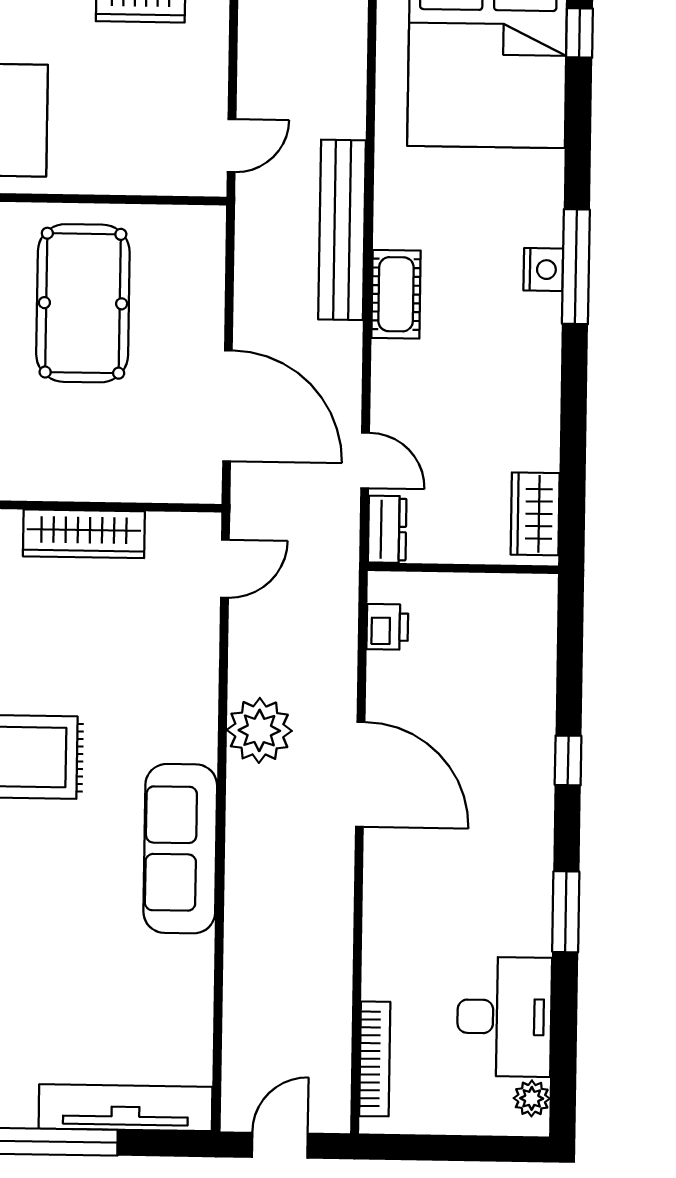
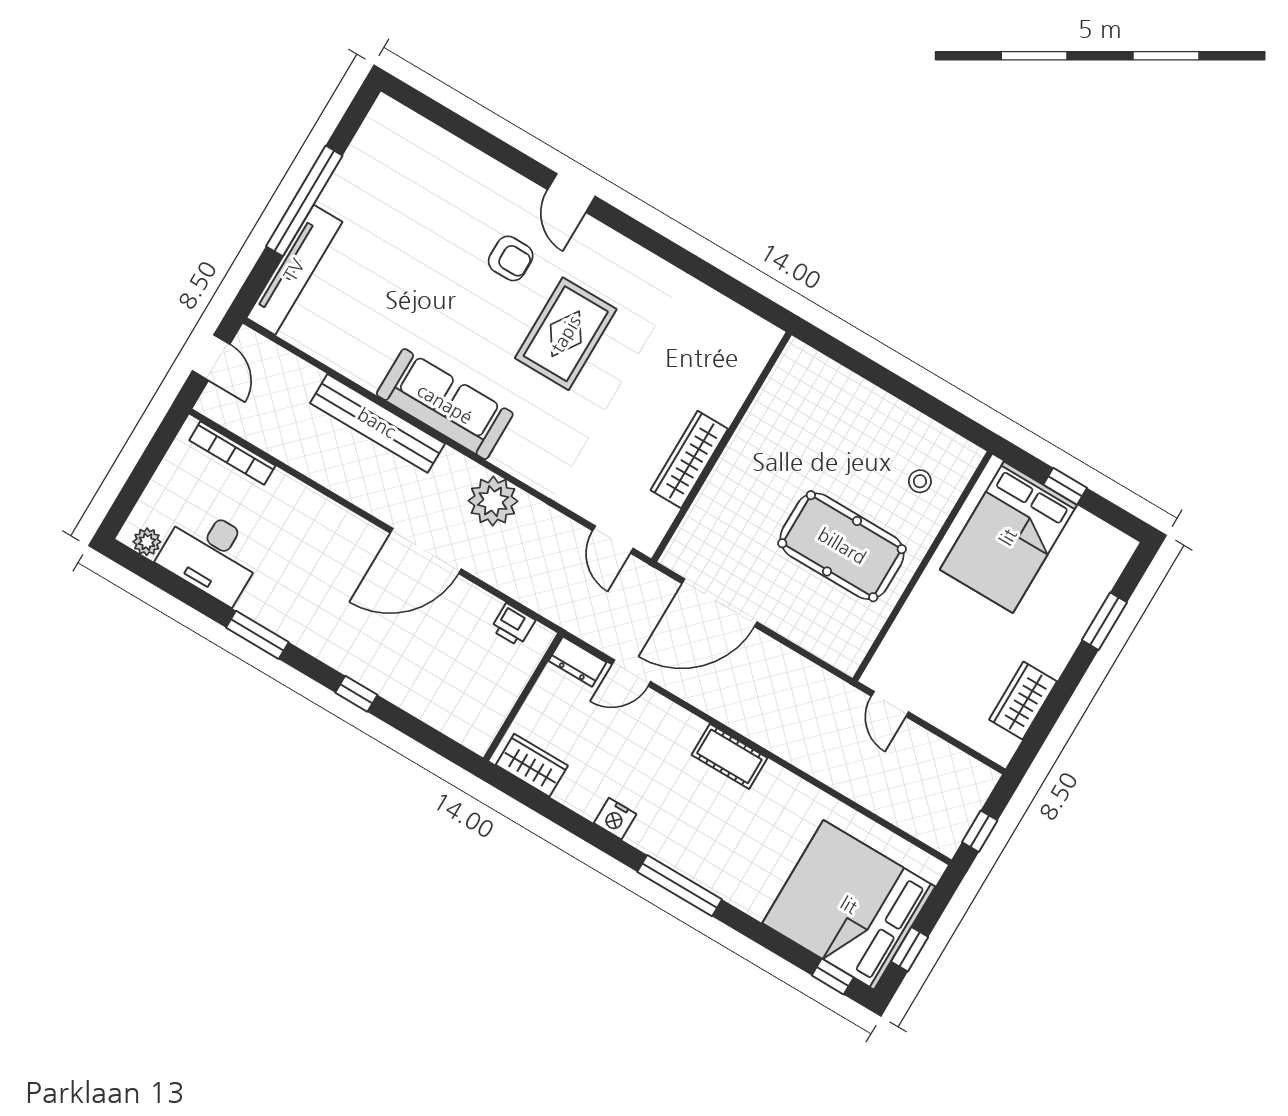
bench: (342, 230) -> (377, 423), moved
nightstand: (543, 269) -> (615, 819), moved

